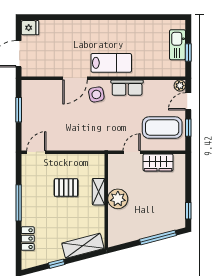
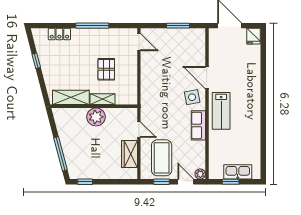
shelving: (83, 246) -> (71, 97), moved, turned -75

